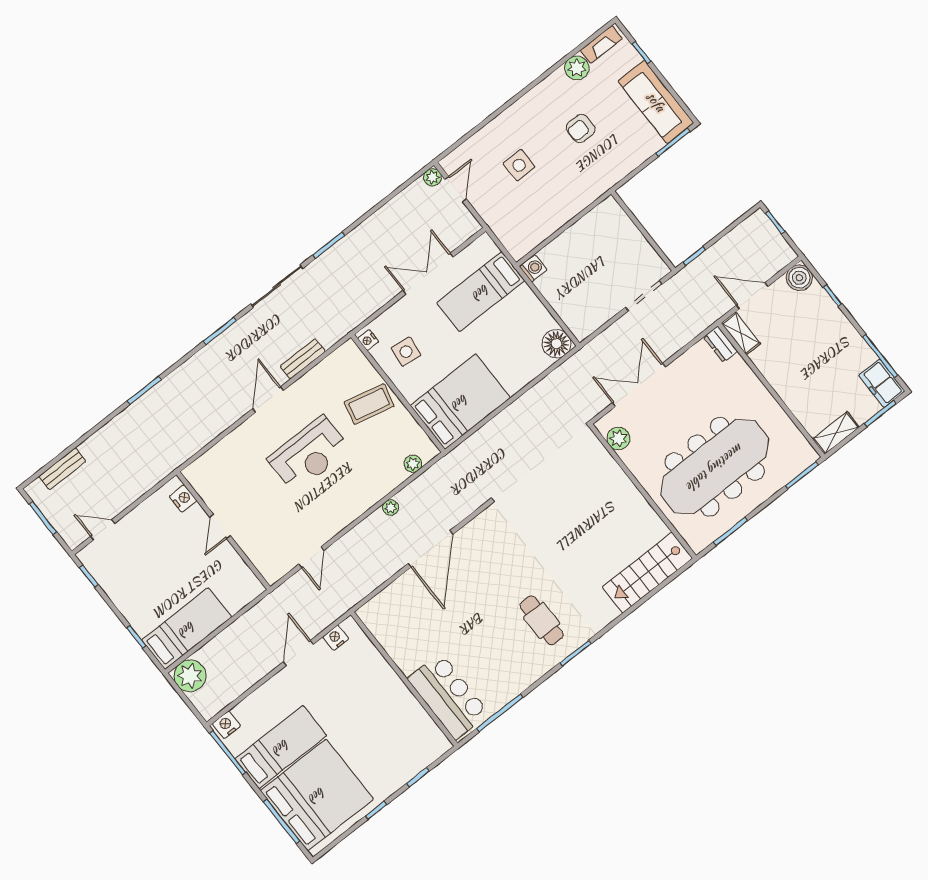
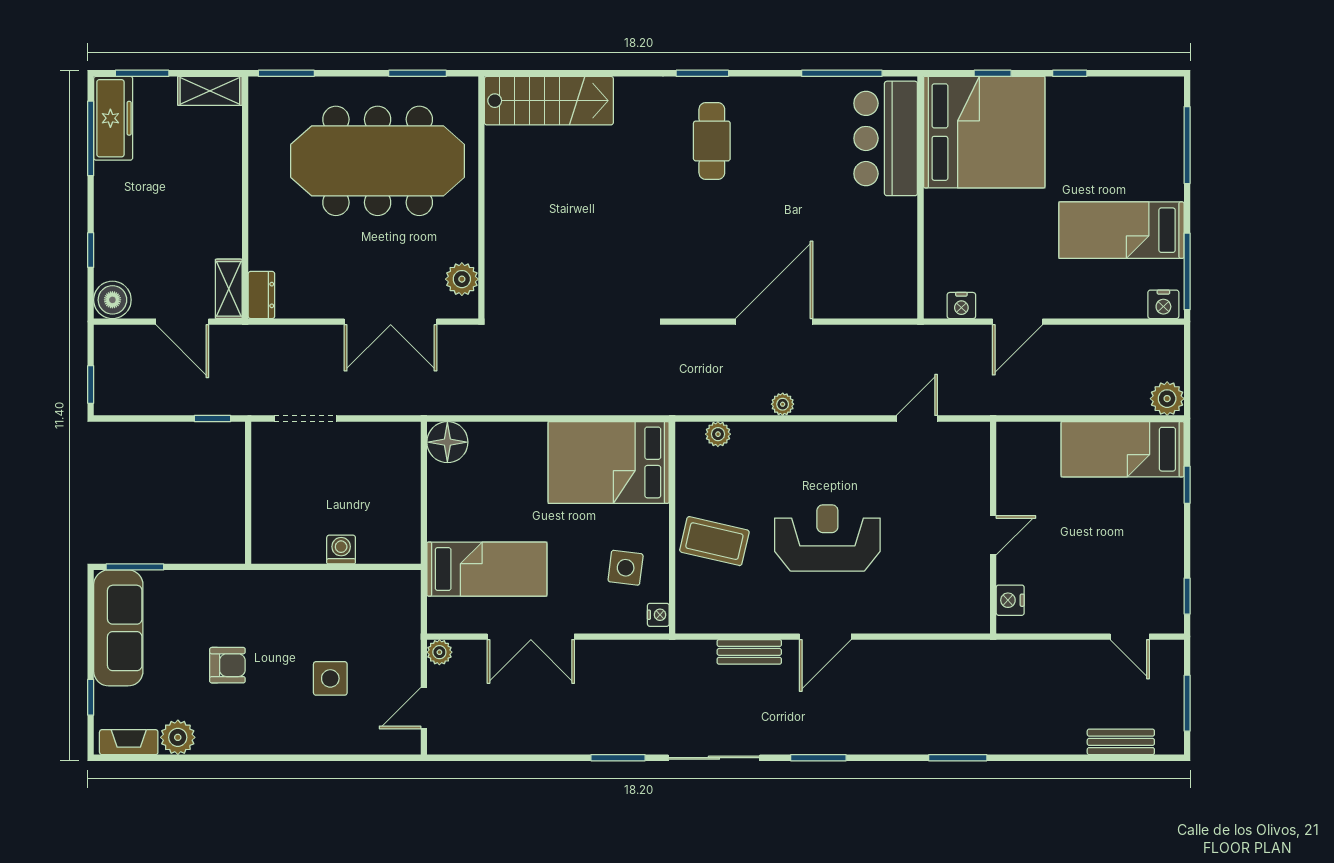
plant: (433, 177) -> (439, 652), moved
washing machine: (533, 268) -> (341, 550), moved, turned 90
freezer: (882, 383) -> (113, 118), width x1.40
plant: (190, 676) -> (1167, 399), width x0.73, depth x0.73
bed: (317, 795) -> (984, 132), moved, turned 180

